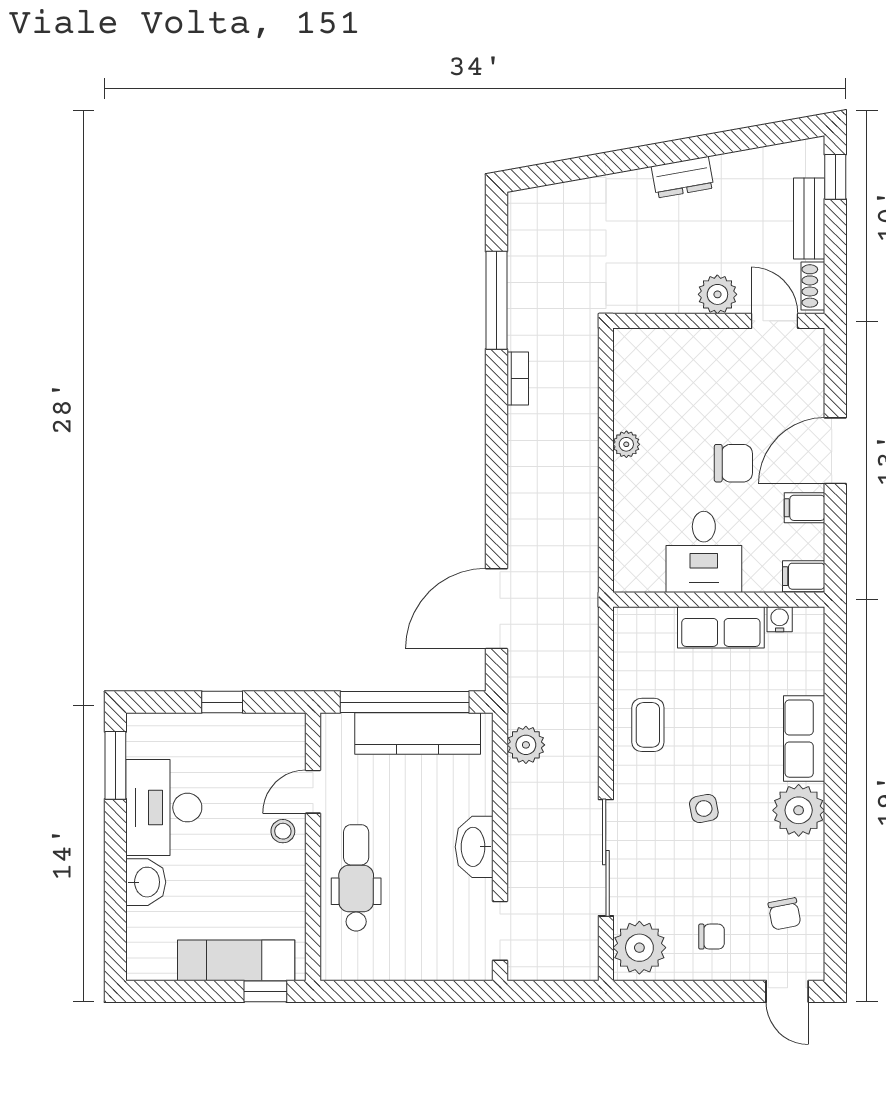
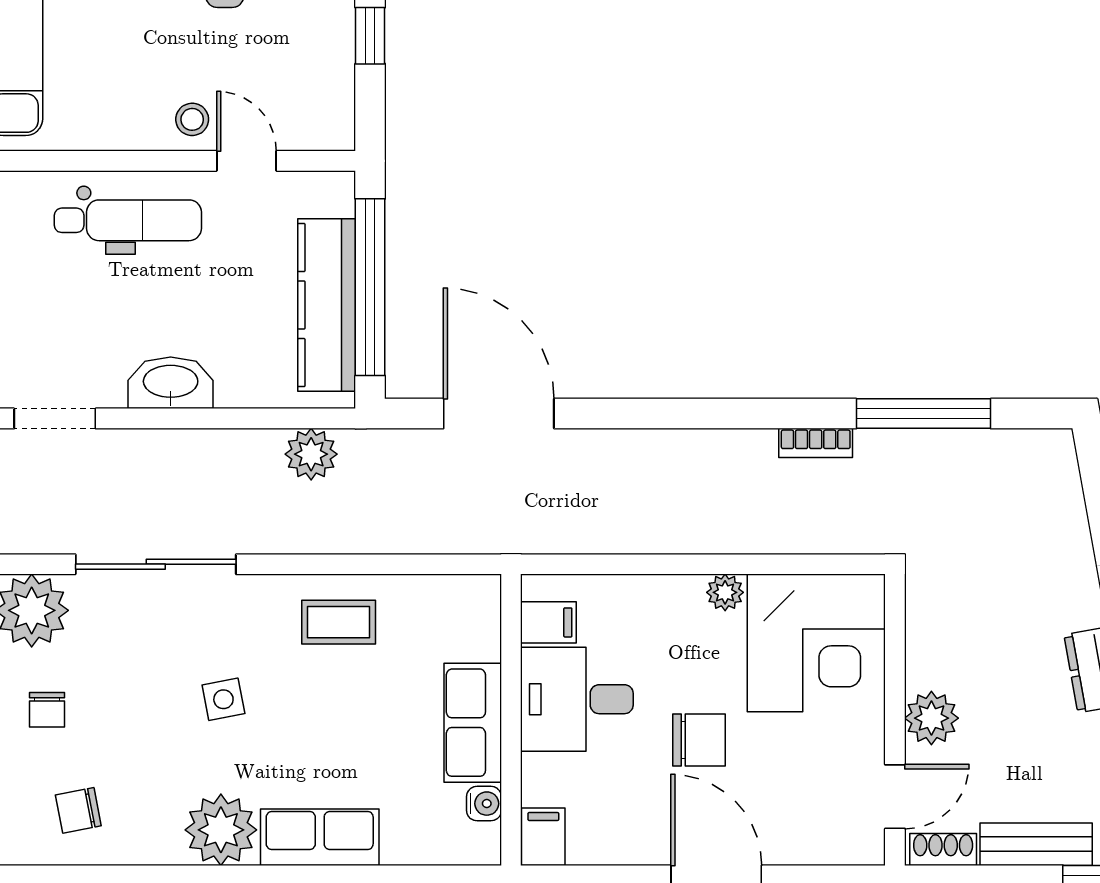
corner desk: (663, 378) -> (816, 643), added
chair: (733, 463) -> (699, 740), turned -90
filing cabinet: (804, 508) -> (548, 622), moved, turned 90

